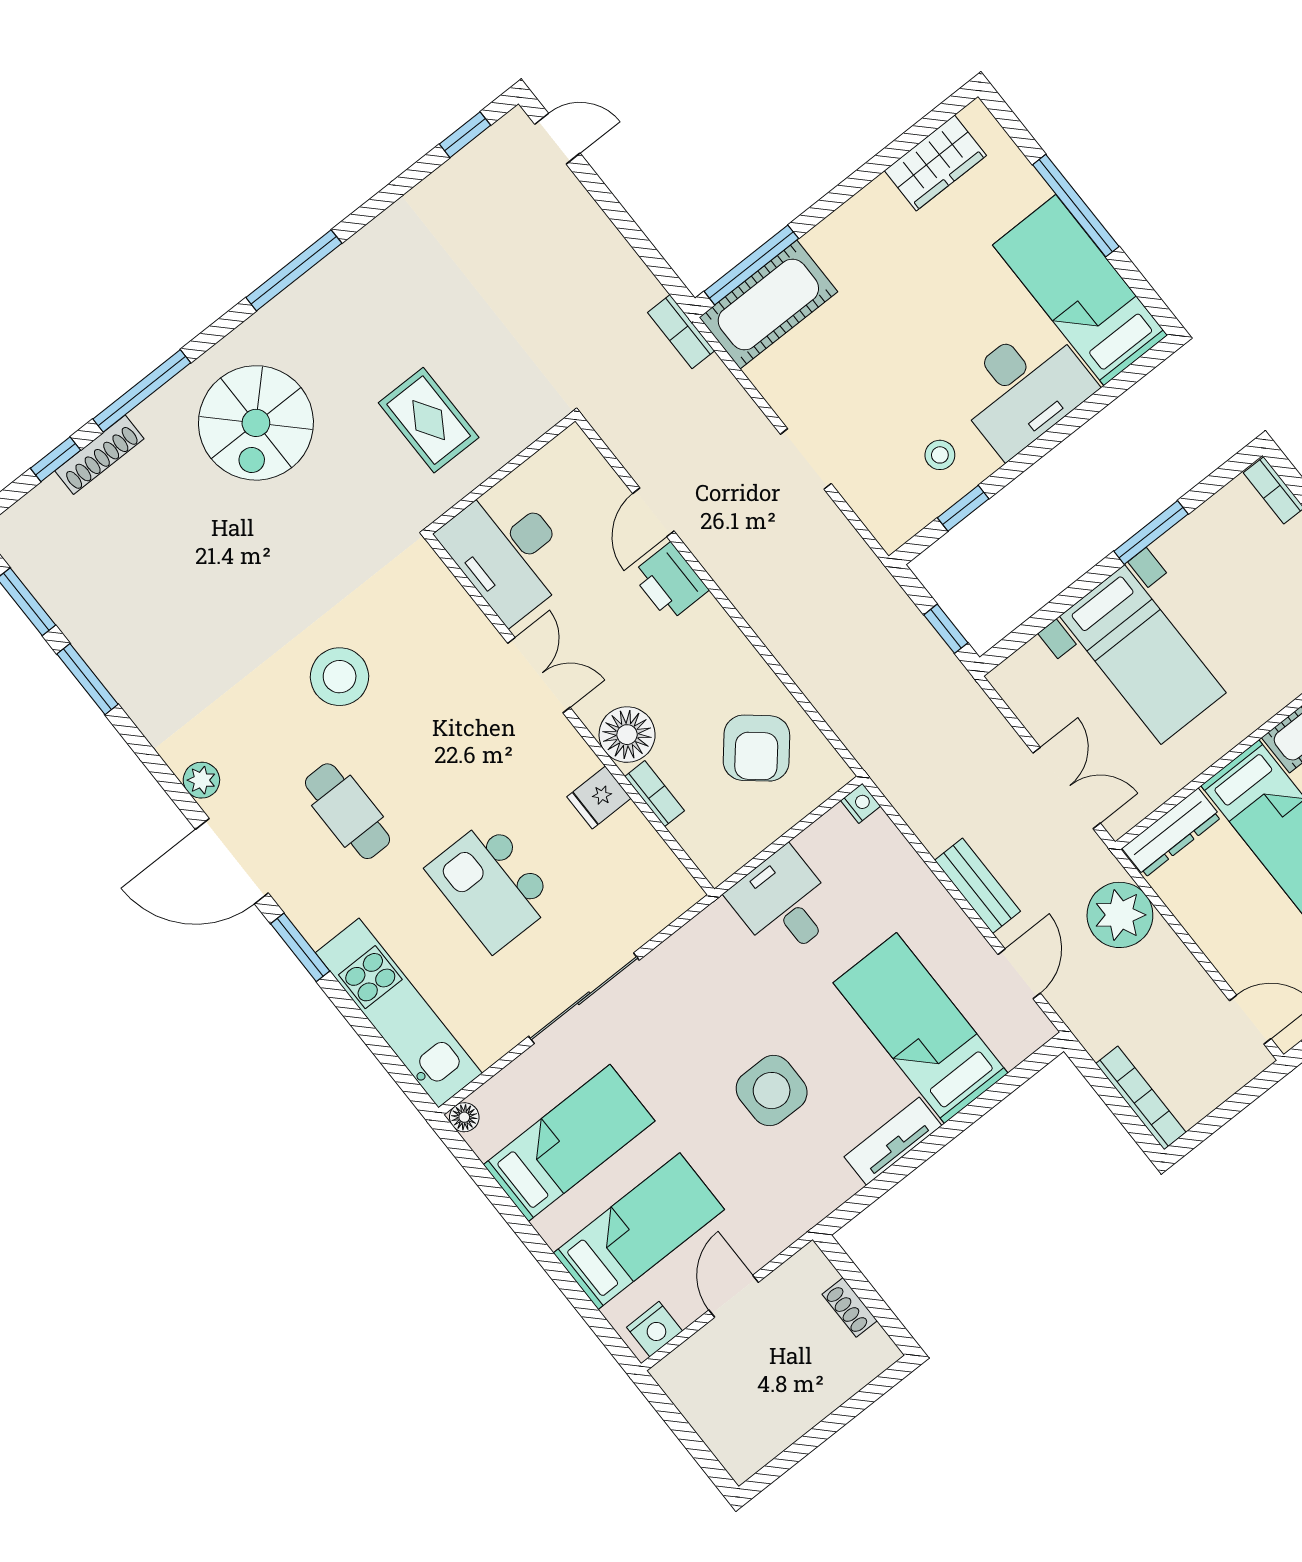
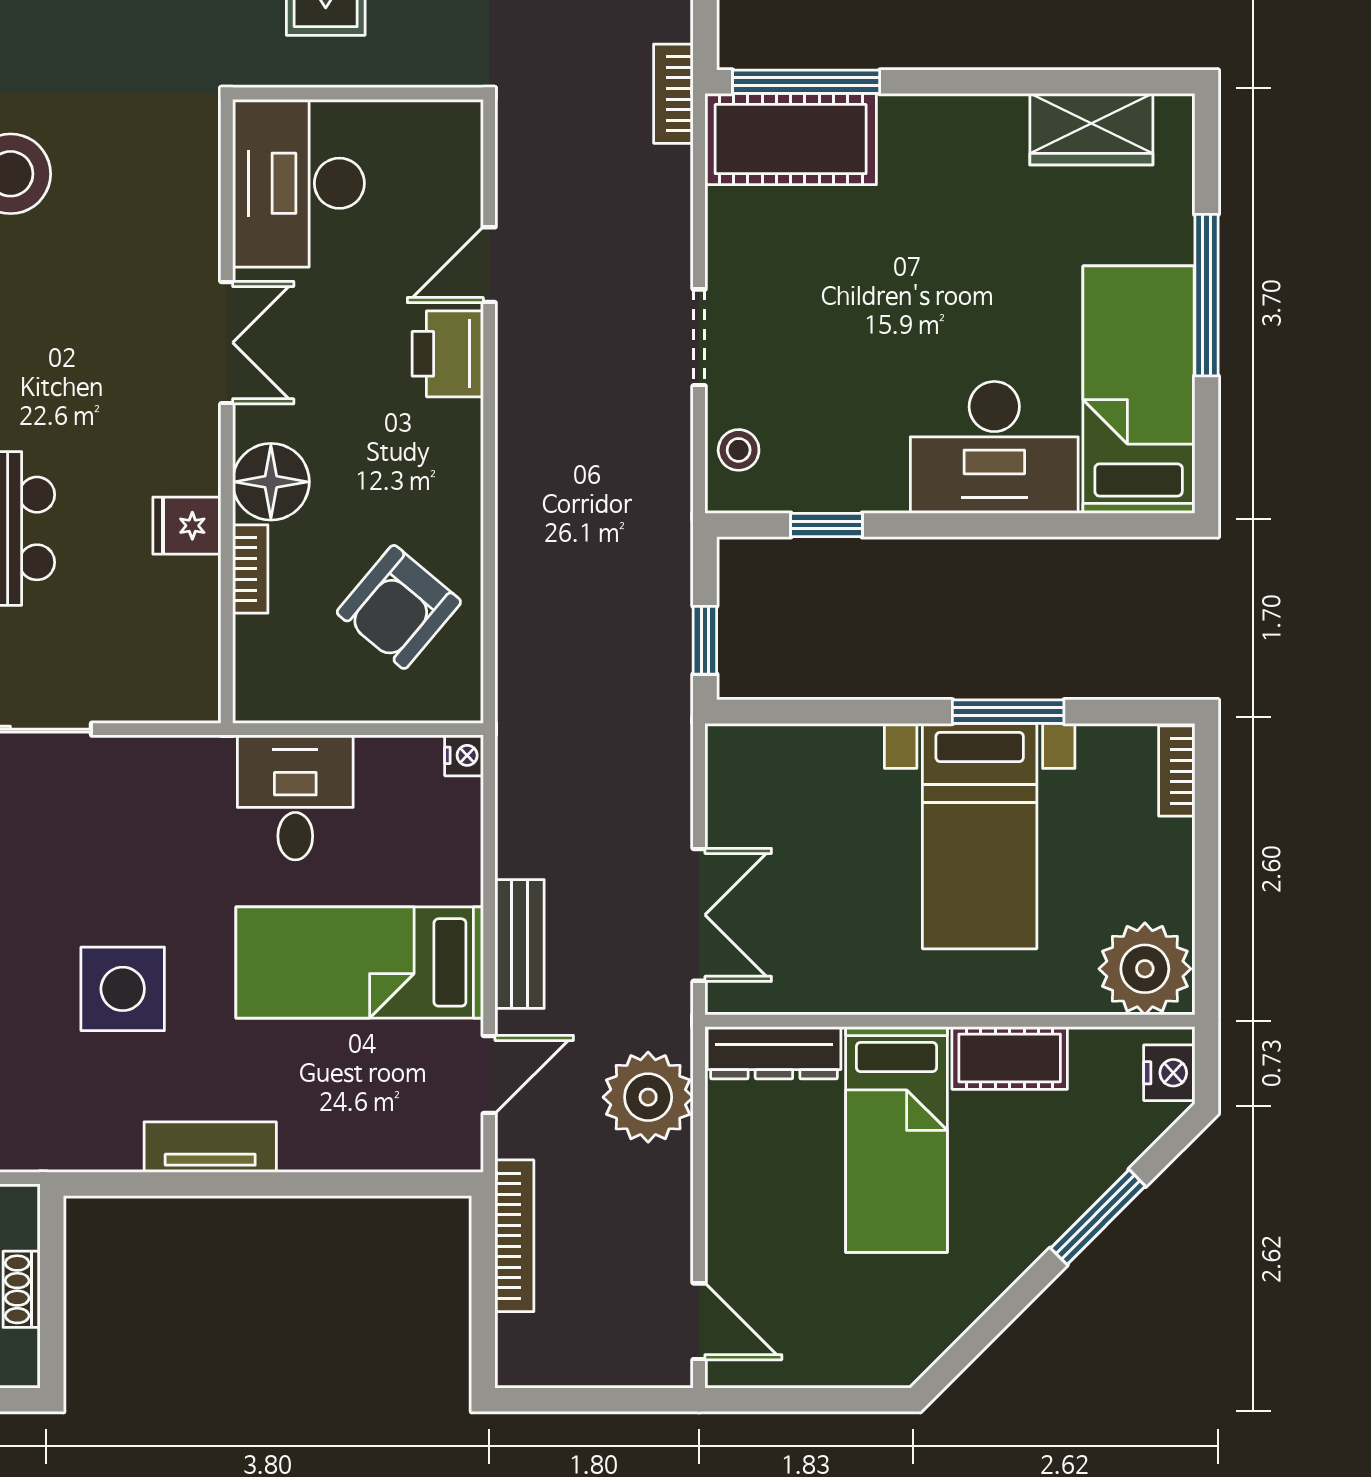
stool: (940, 455) -> (739, 450), moved
bed with nightstands: (1143, 655) -> (980, 836), moved
bed: (921, 1028) -> (360, 962), moved, turned -90
bookcase: (1141, 1098) -> (514, 1236), moved

